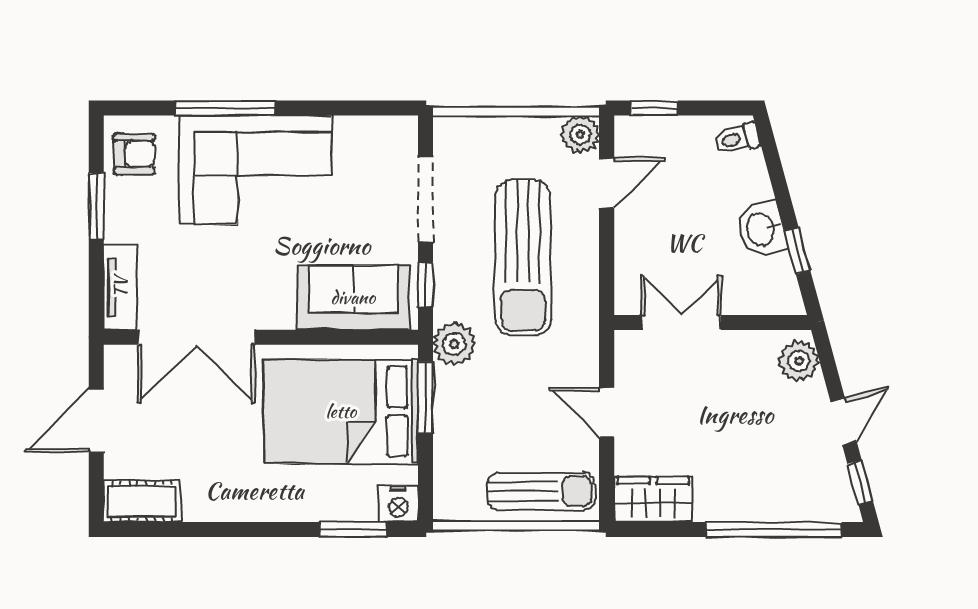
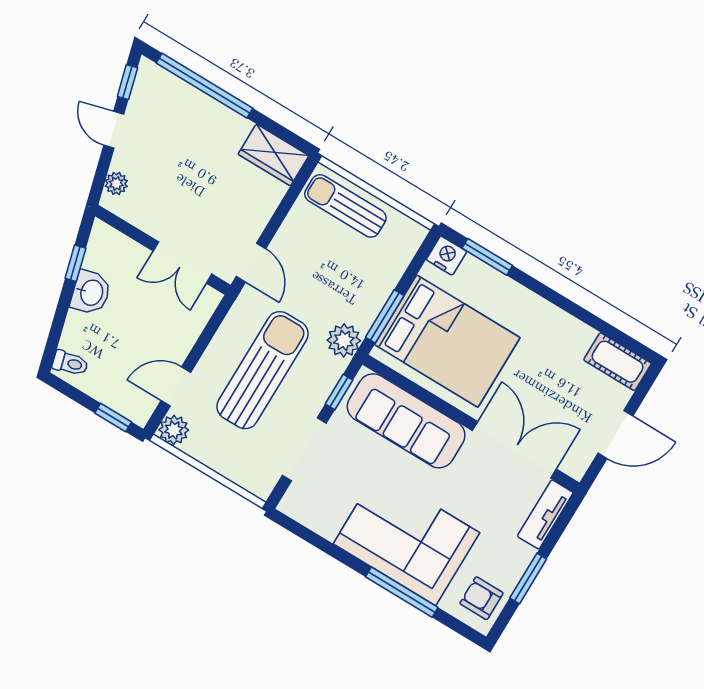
sofa: (353, 297) -> (406, 421), width x1.36
plant: (799, 361) -> (116, 183), width x0.73, depth x0.73
door: (607, 412) -> (251, 263), moved
door: (844, 422) -> (114, 130), hinge flipped

